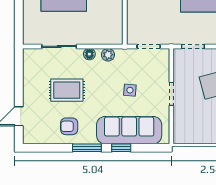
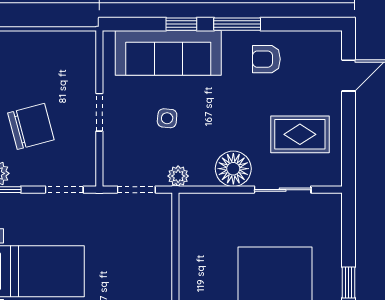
floor lamp: (89, 54) -> (233, 169), width x1.89, depth x1.89
plant: (108, 55) -> (178, 176), moved
rug: (67, 90) -> (300, 134), moved
armchair: (69, 126) -> (266, 59), turned 180

